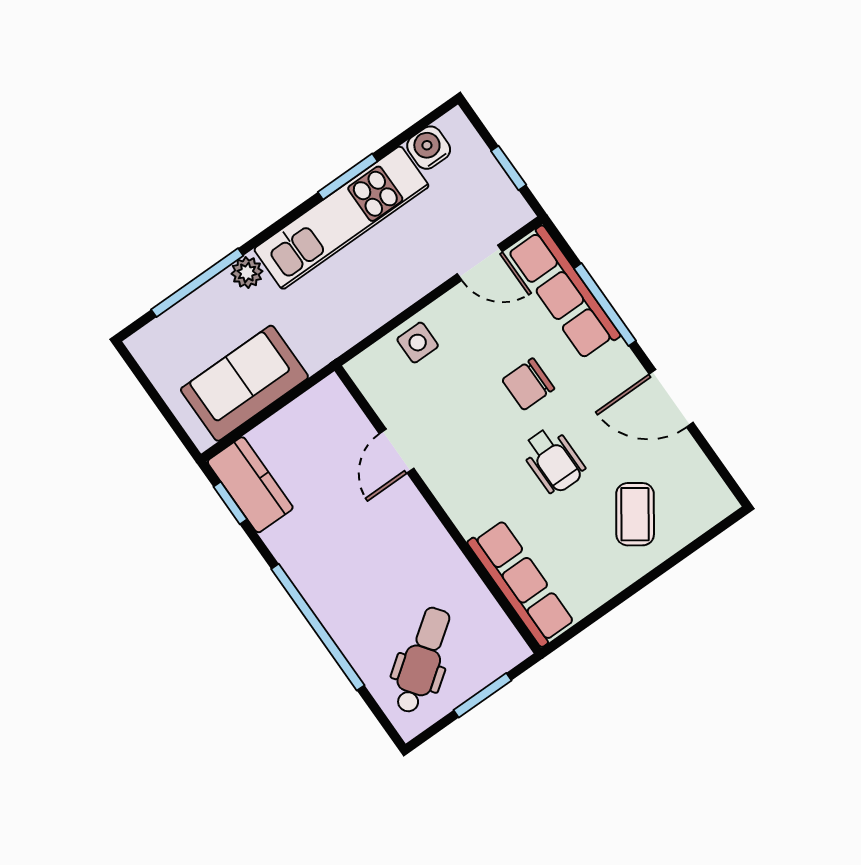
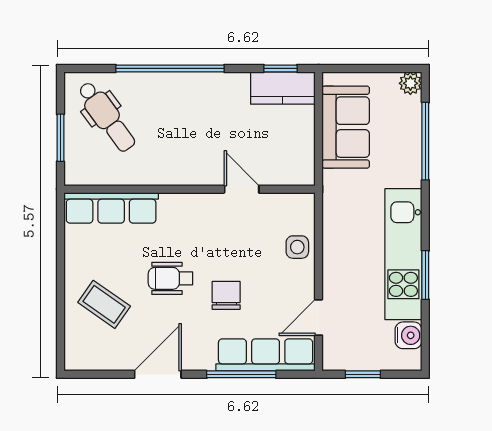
plant: (247, 272) -> (410, 83), moved

